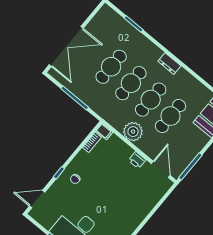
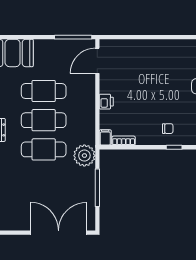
cafe table: (111, 67) -> (44, 179), removed
plant: (133, 132) -> (84, 156), moved
printer: (137, 160) -> (106, 102), moved

